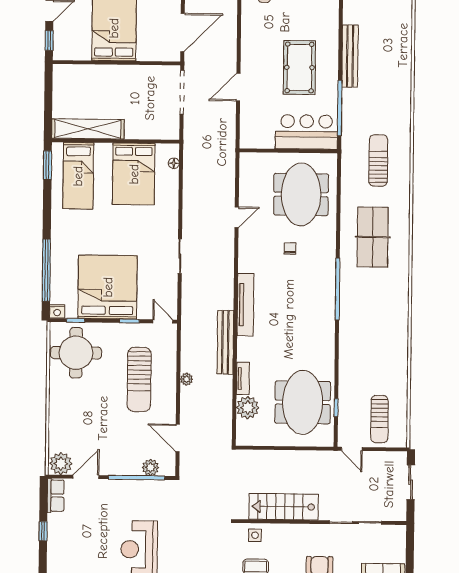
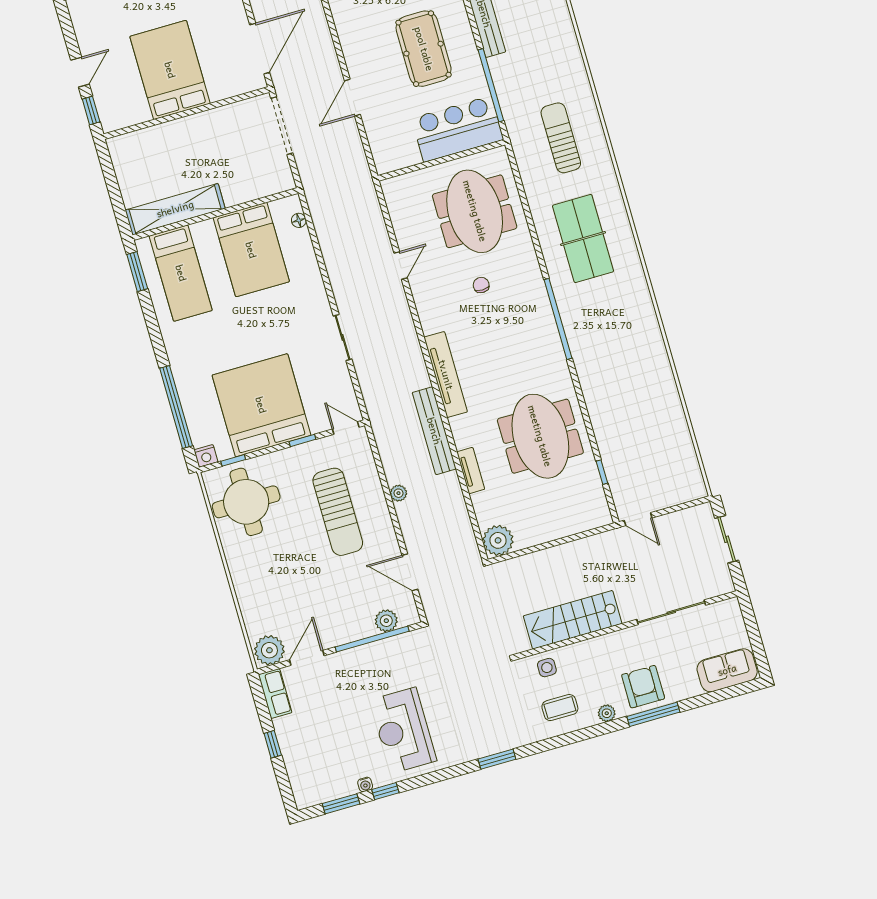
meeting table: (303, 402) -> (540, 436), moved
plant: (248, 408) -> (498, 540), moved
sun lounger: (379, 419) -> (662, 470), removed

